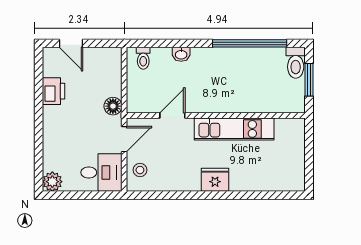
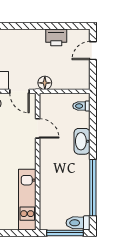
washbasin: (181, 54) -> (82, 141), width x1.91, depth x1.45
window: (309, 80) -> (65, 233), width x1.44
kitchen unit: (234, 129) -> (27, 200), moved

